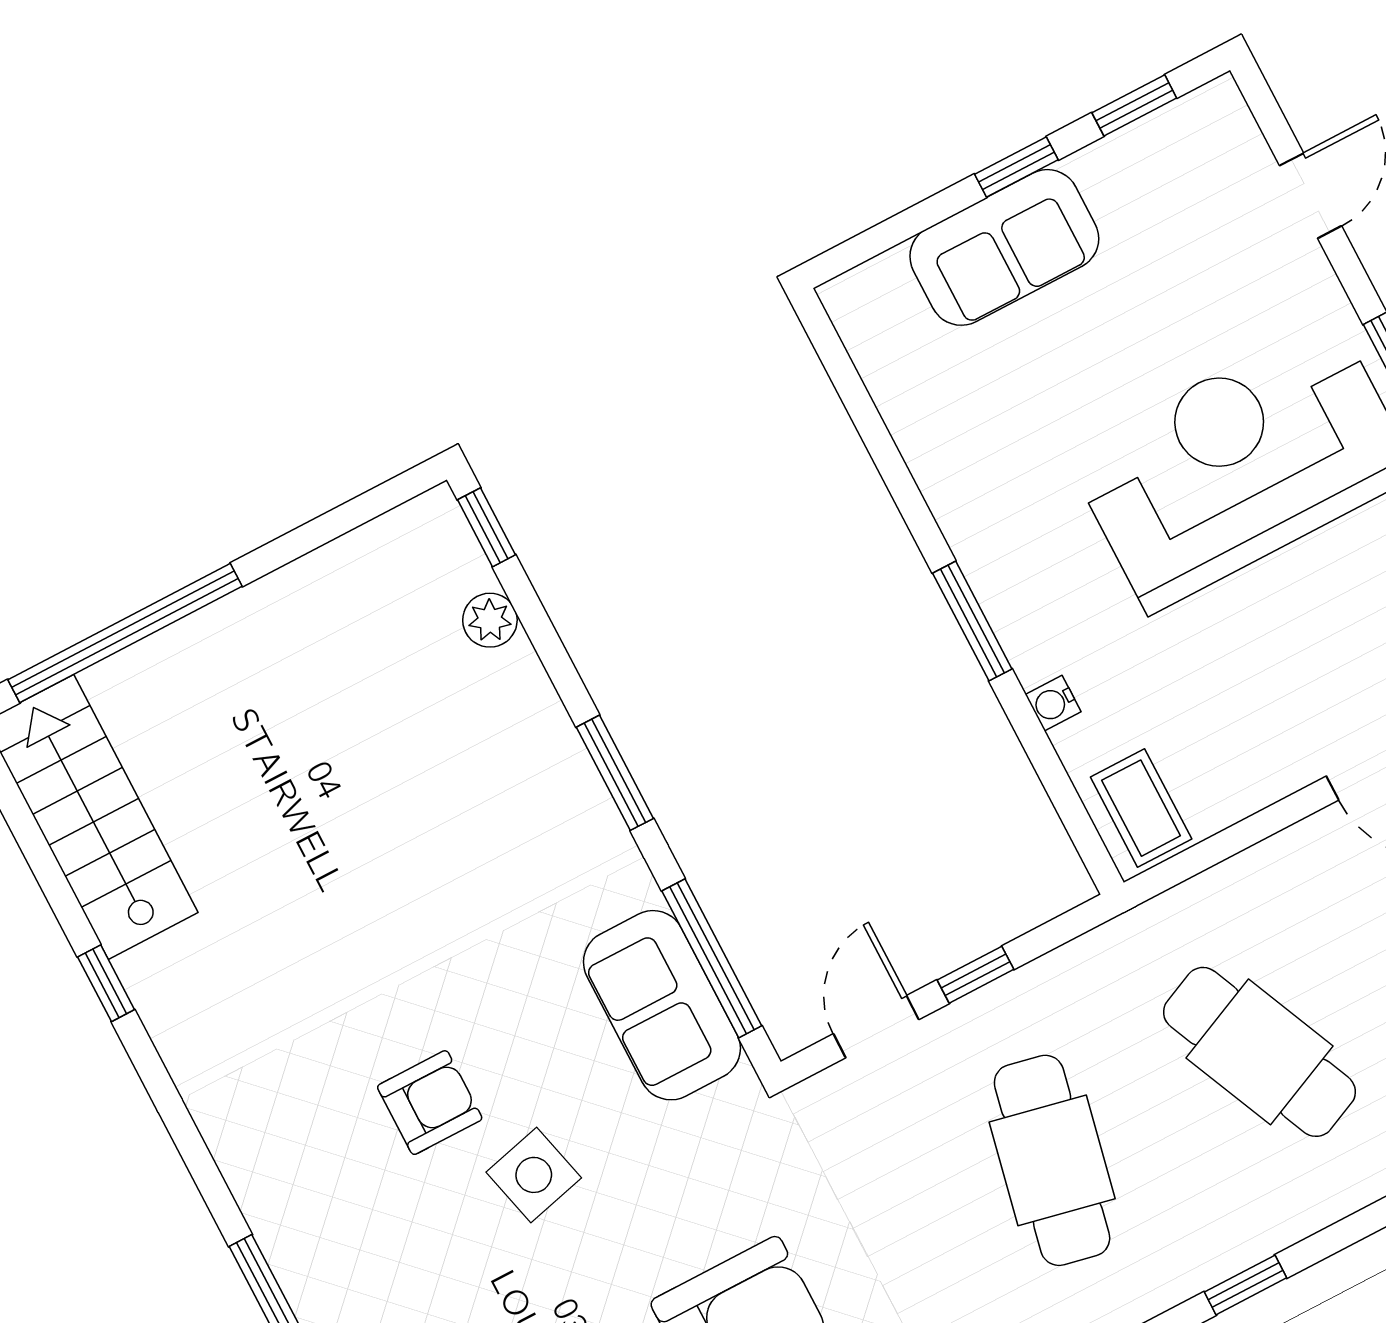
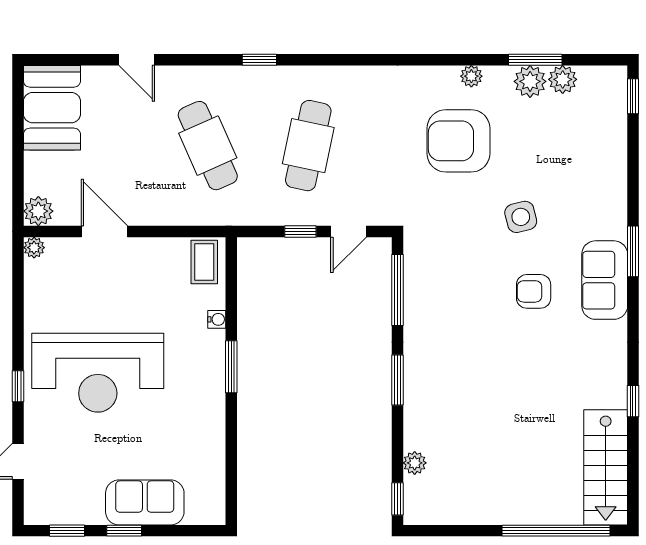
sofa: (662, 1005) -> (605, 280), moved, turned 180
side table: (534, 1175) -> (521, 217), moved

